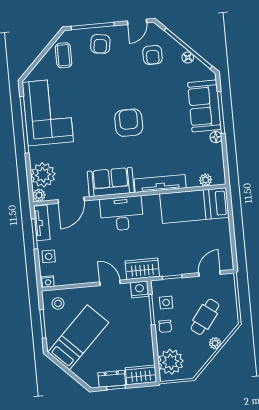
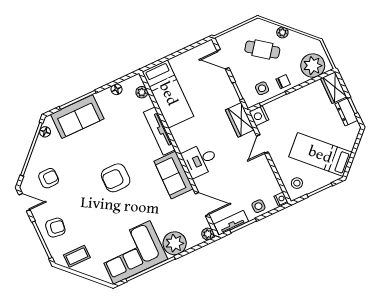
floor lamp: (188, 57) -> (45, 132), moved
floor lamp: (216, 137) -> (116, 89), moved
plant: (43, 175) -> (175, 243), moved
desk: (122, 214) -> (200, 160), width x0.73

